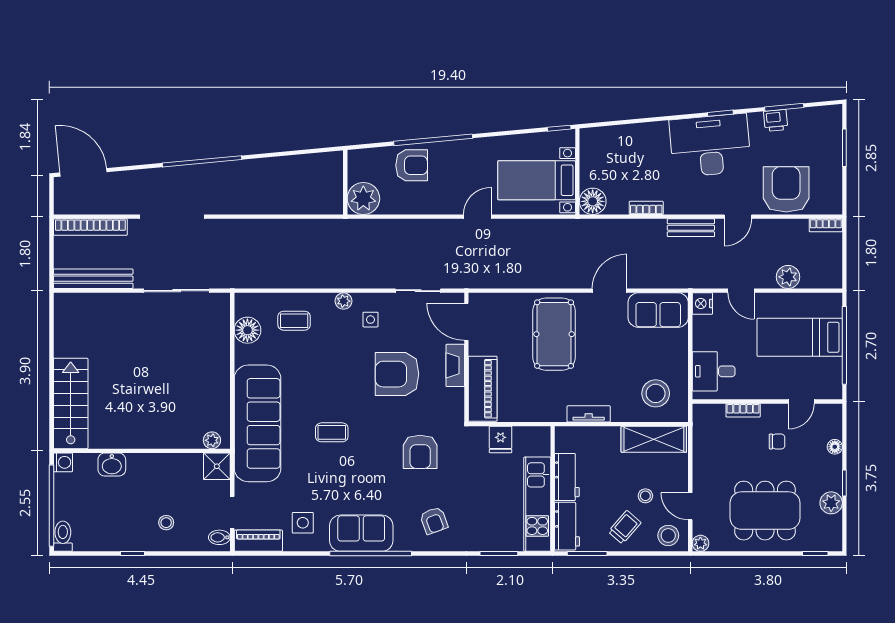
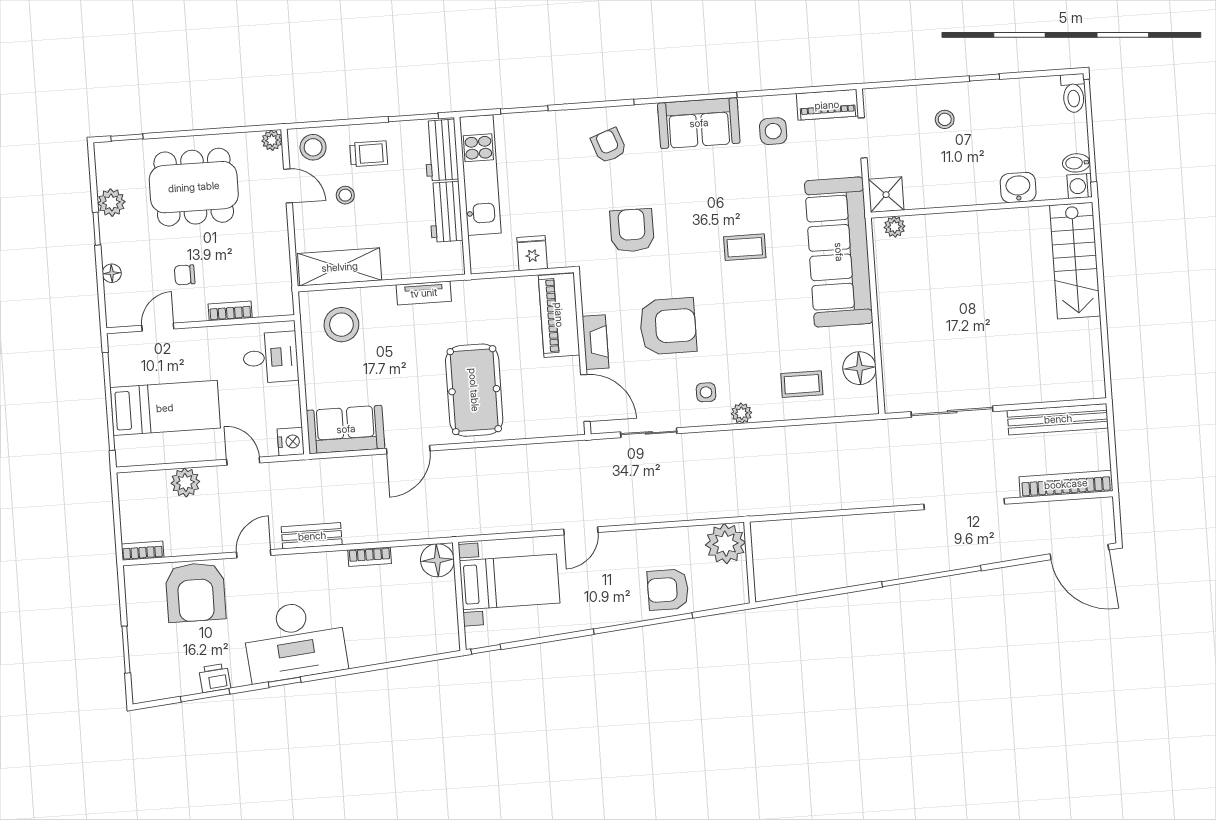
trolley: (625, 527) -> (369, 154), turned -131
bidet: (219, 537) -> (1076, 163), moved, turned 180

